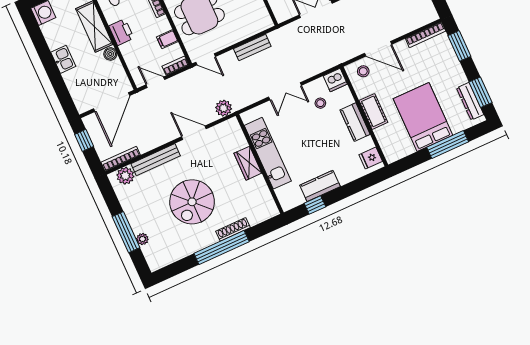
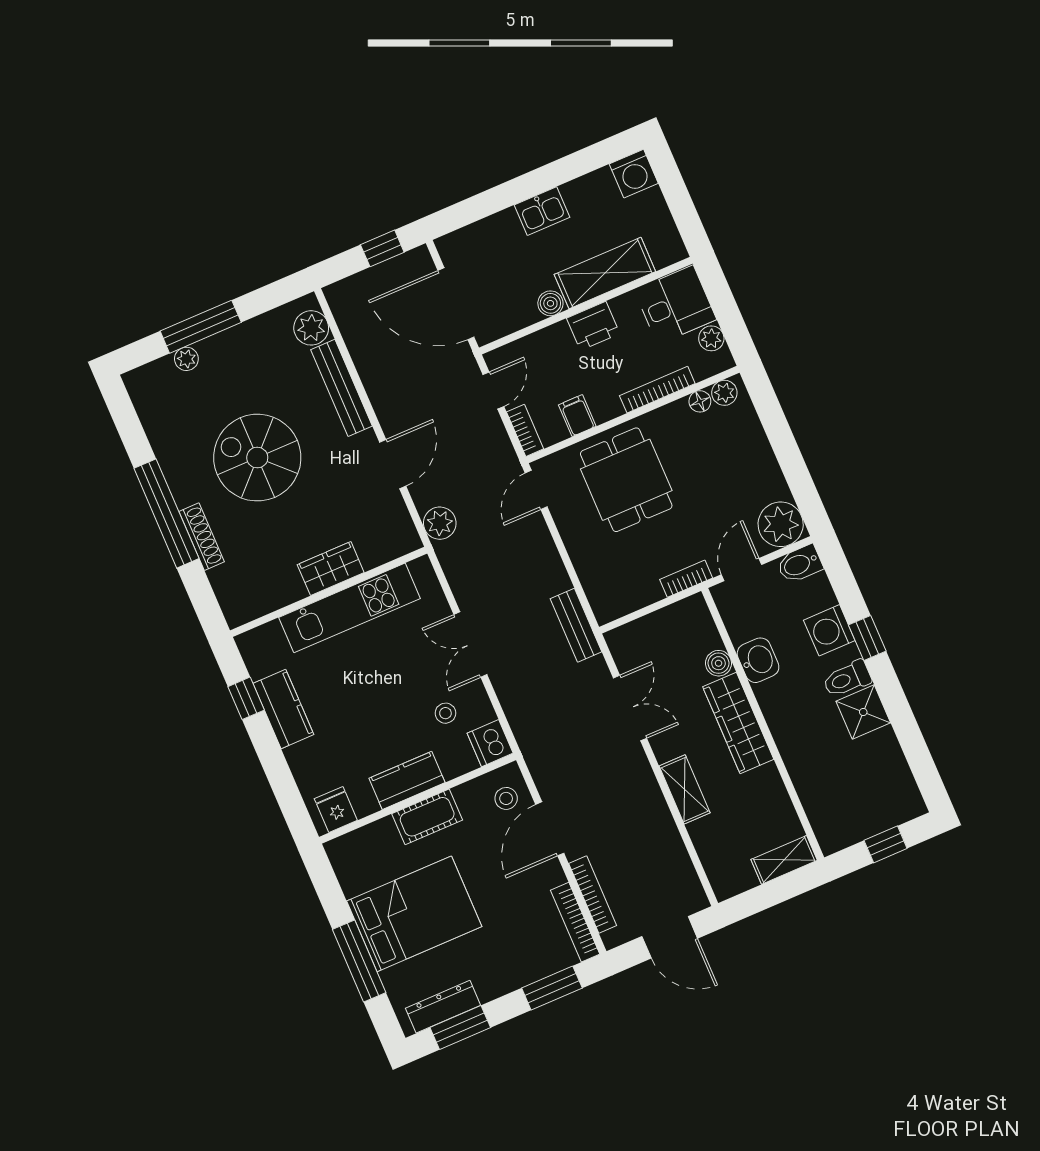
bench: (252, 47) -> (576, 625), moved
bookcase: (121, 159) -> (593, 895), moved

